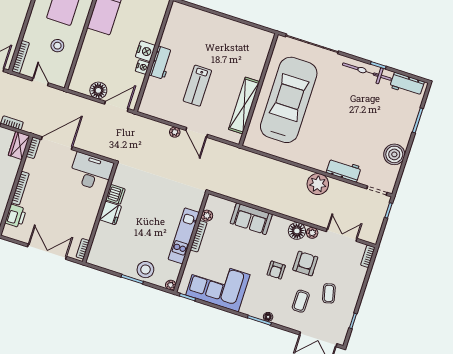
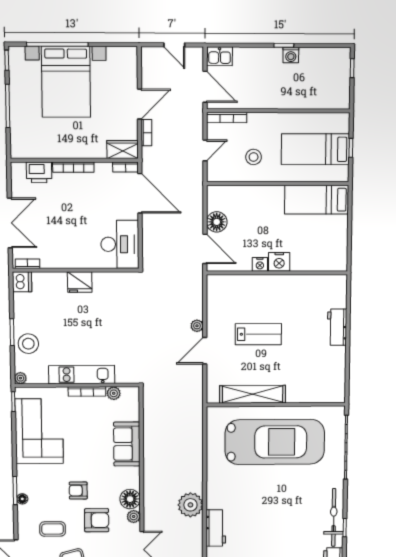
workbench: (161, 63) -> (337, 327), moved, turned 90
lab bench: (197, 86) -> (258, 334), turned 180
dishwasher: (115, 194) -> (22, 282), moved, turned -90

